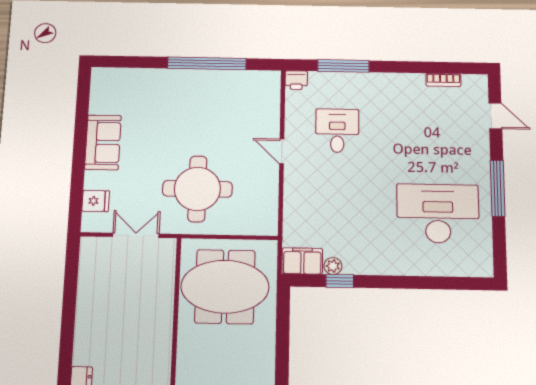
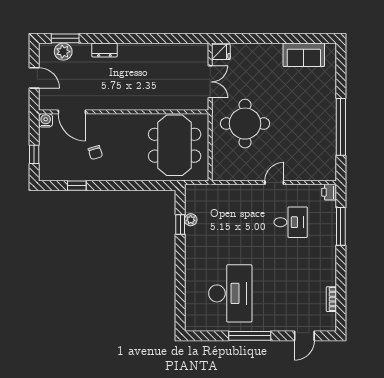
sofa: (103, 142) -> (304, 55), moved
fridge: (96, 201) -> (221, 52), moved, turned -90
filing cabinet: (302, 261) -> (194, 198), removed

